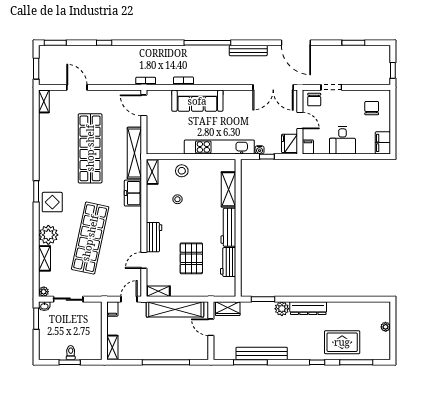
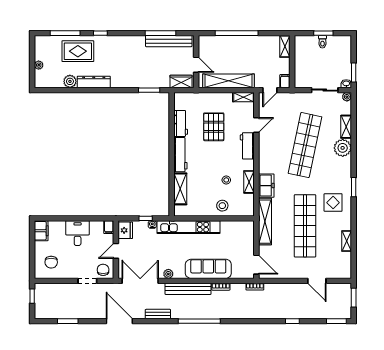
bench: (248, 51) -> (158, 314), width x0.73
bench: (220, 79) -> (188, 289), added
plant: (242, 95) -> (168, 274), added
shelving: (44, 101) -> (347, 241), moved
door: (300, 121) -> (116, 251), hinge flipped
shelving: (152, 172) -> (249, 182), moved
display table: (52, 202) -> (333, 203), moved
dresser: (308, 308) -> (94, 82), moved
plant: (282, 309) -> (70, 81), moved
bench: (262, 353) -> (169, 41), moved

